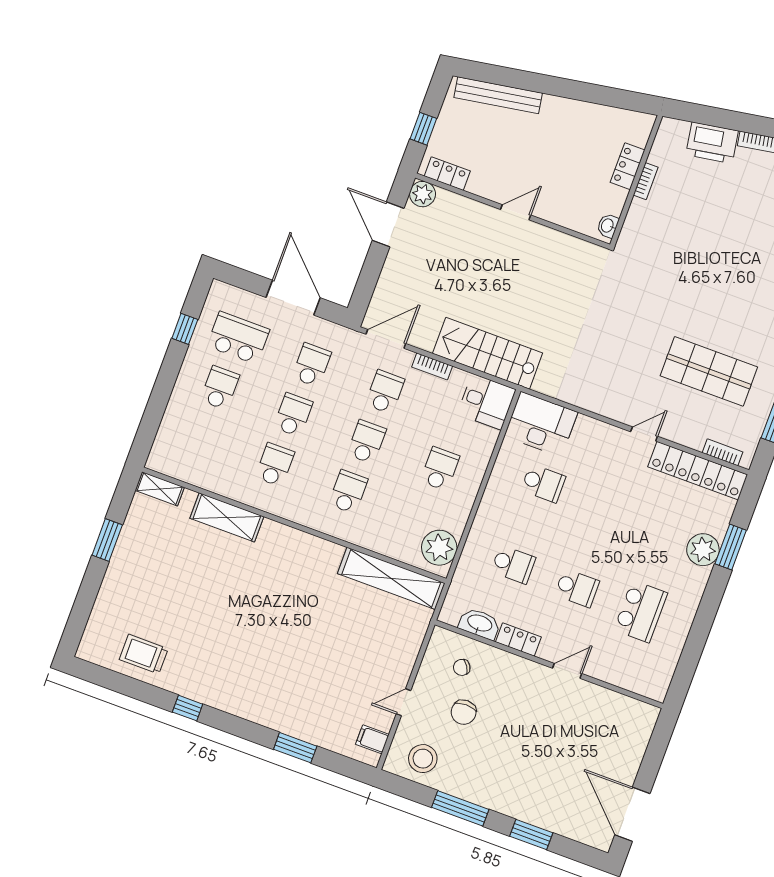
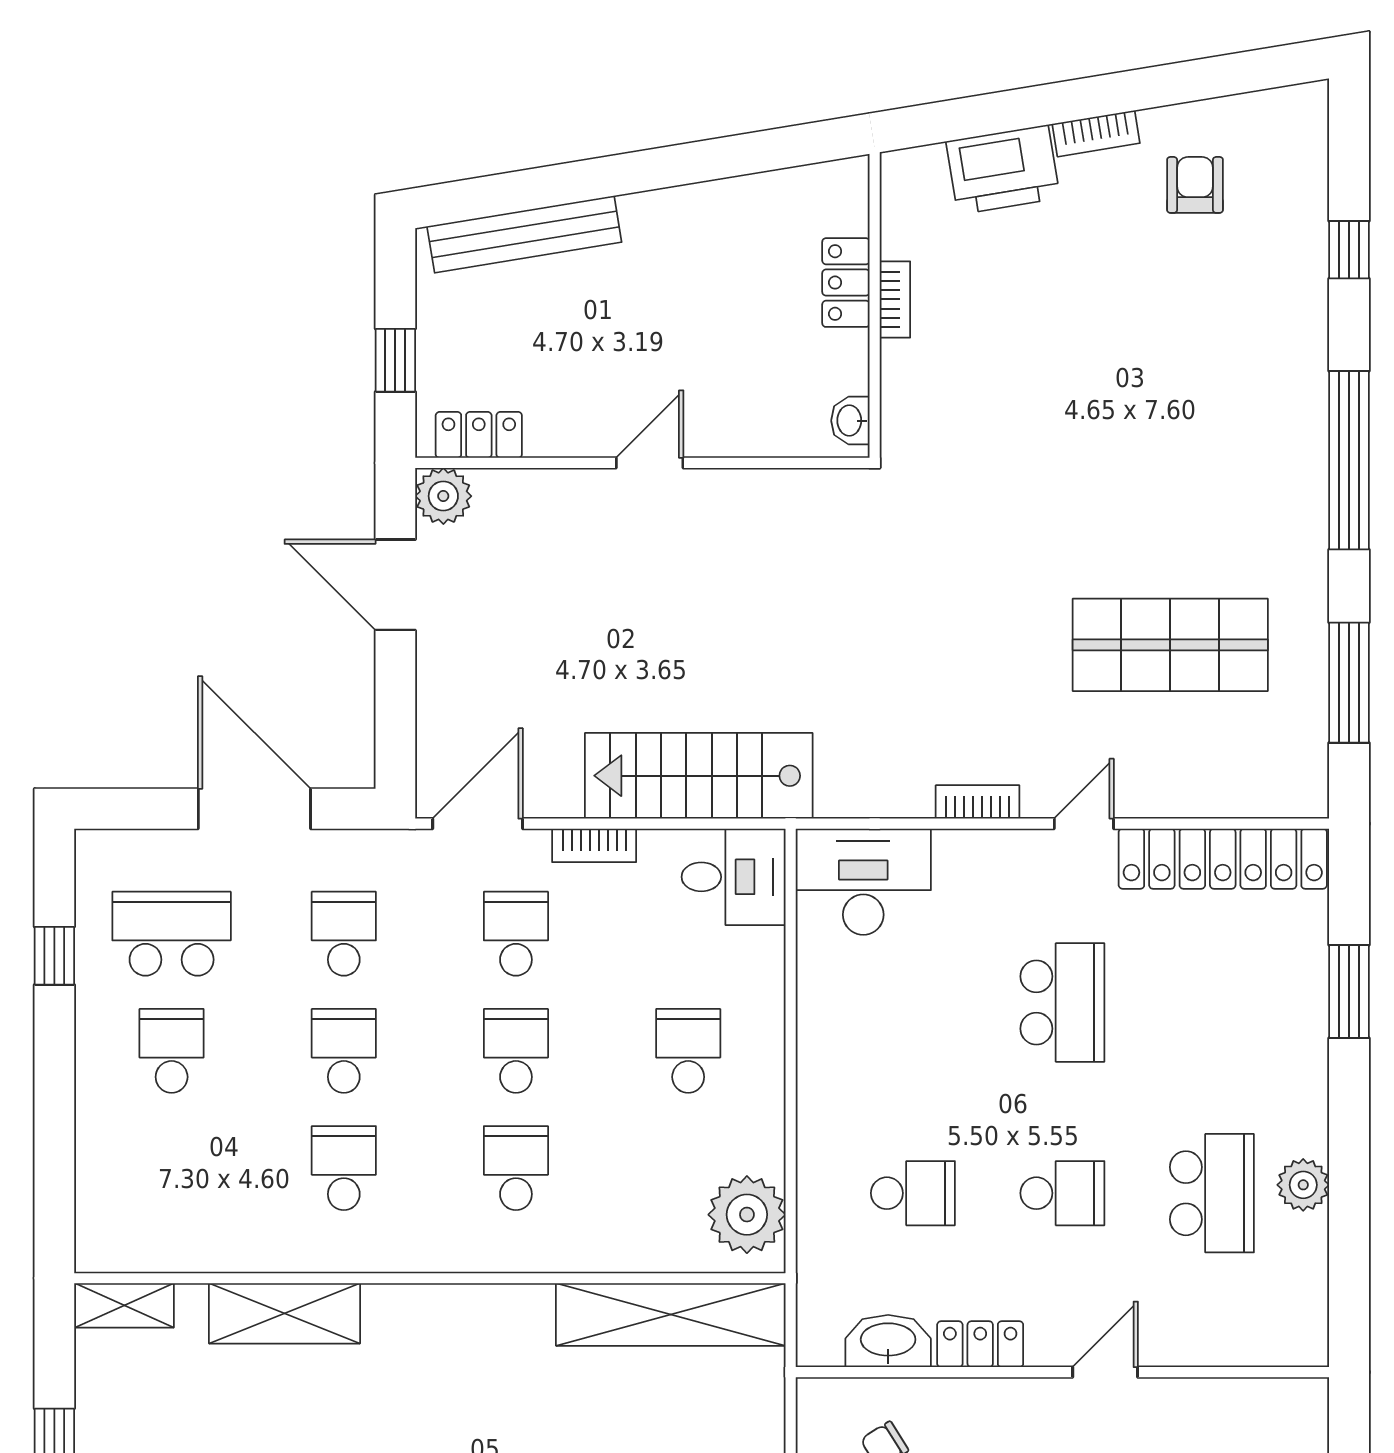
bookcase: (723, 452) -> (978, 802), moved
school desk: (543, 483) -> (1062, 1002), moved, width x1.85
plant: (703, 550) -> (1303, 1185), moved, width x0.73, depth x0.73

